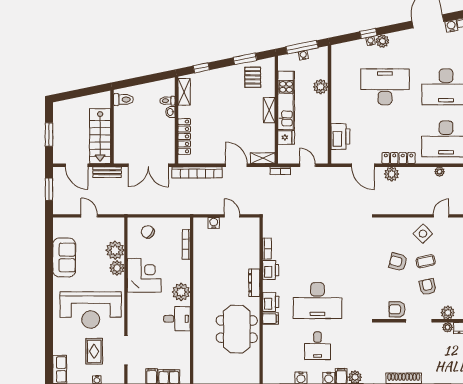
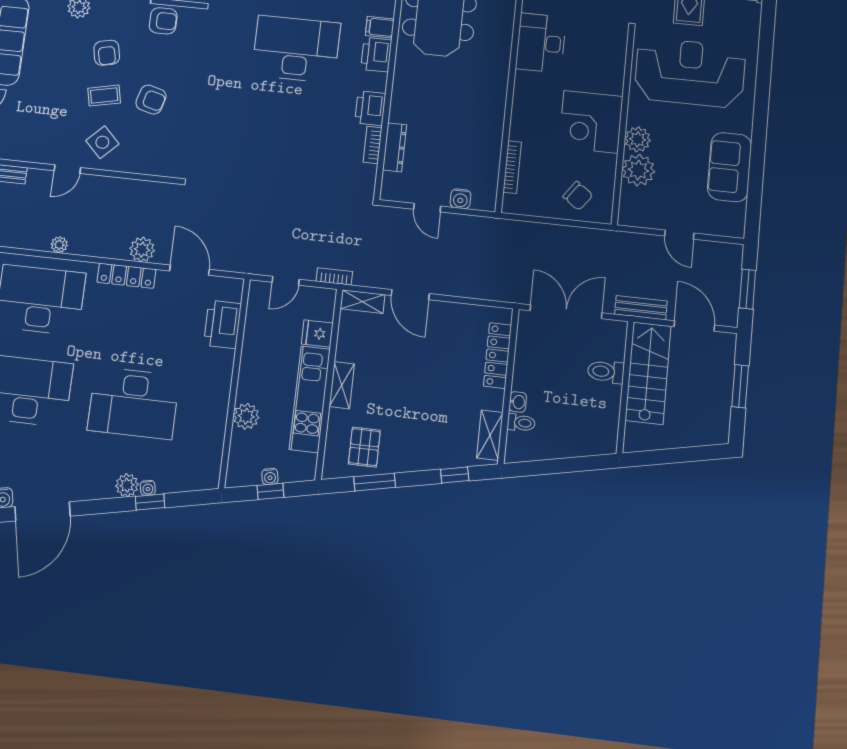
window: (302, 47) -> (270, 491), width x0.46
toilet: (123, 100) -> (606, 372), moved
door: (308, 165) -> (286, 281), hinge flipped
bookcase: (197, 172) -> (481, 290), removed
dresser: (254, 283) -> (395, 147), moved
plant: (181, 292) -> (529, 87), removed
desk: (177, 319) -> (541, 43), width x1.37

